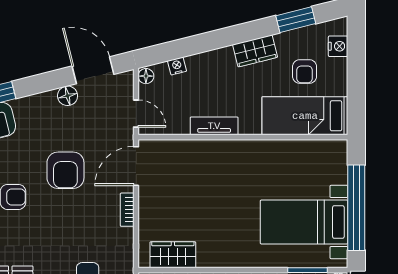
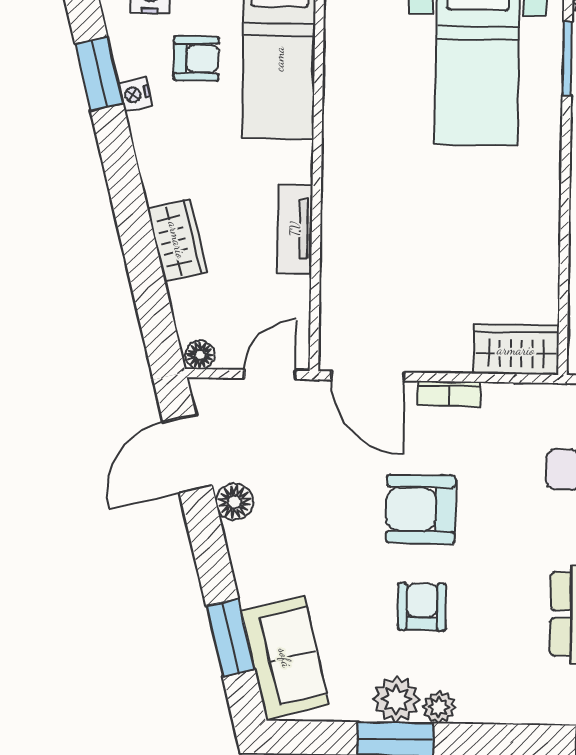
wardrobe: (255, 51) -> (177, 240), moved
nightstand: (177, 66) -> (135, 94), moved
armchair: (65, 170) -> (421, 509), moved, turned 180
wardrobe: (173, 255) -> (516, 350), moved, turned 90

